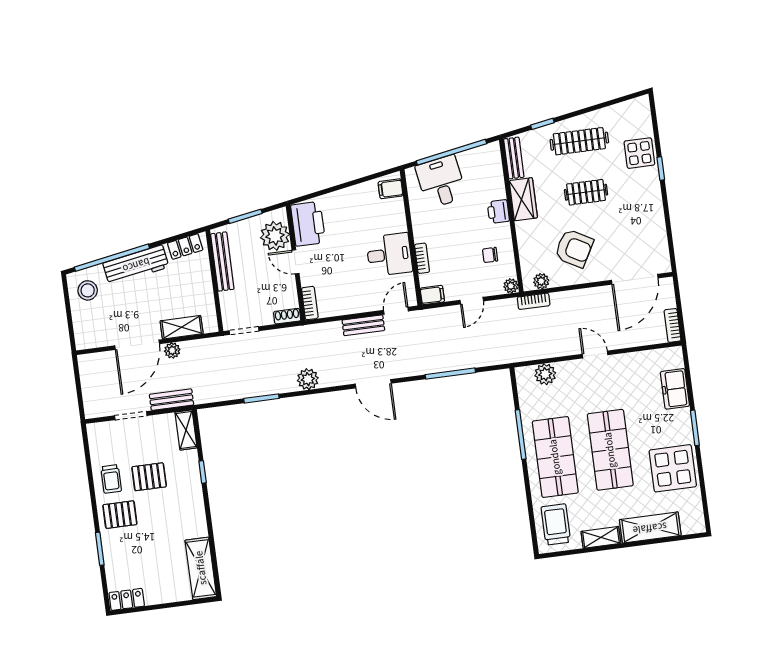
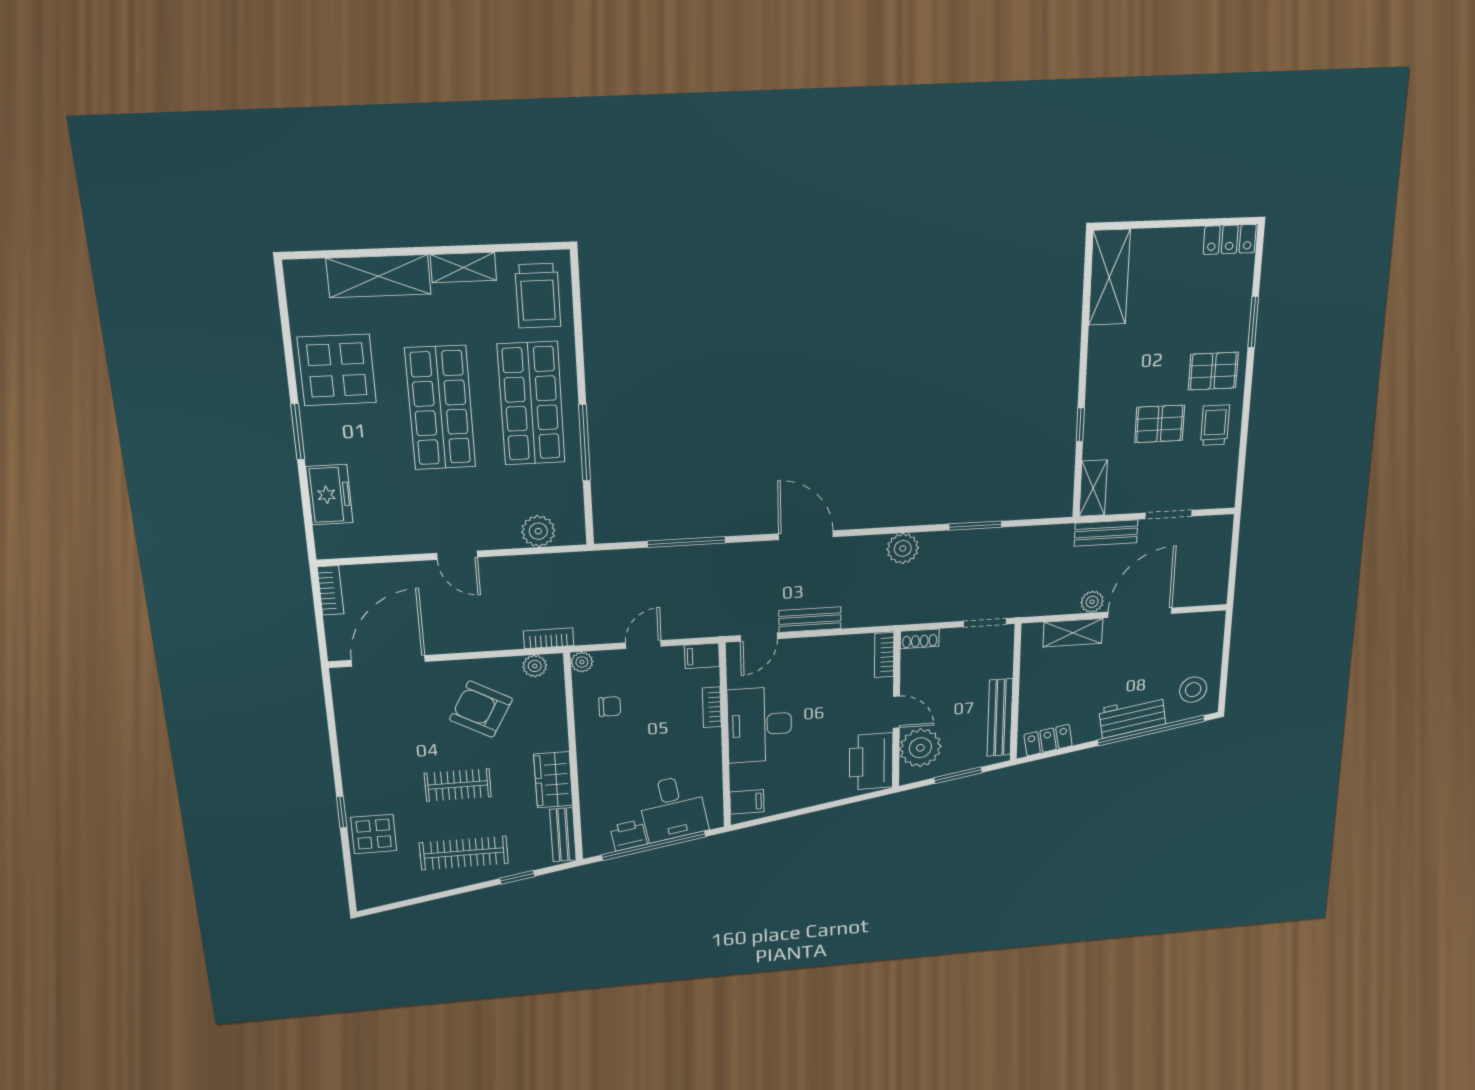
printer: (498, 212) -> (629, 835), moved, turned -100
desk: (389, 255) -> (760, 725), width x1.37
workbench: (136, 265) -> (1132, 717), width x0.73

